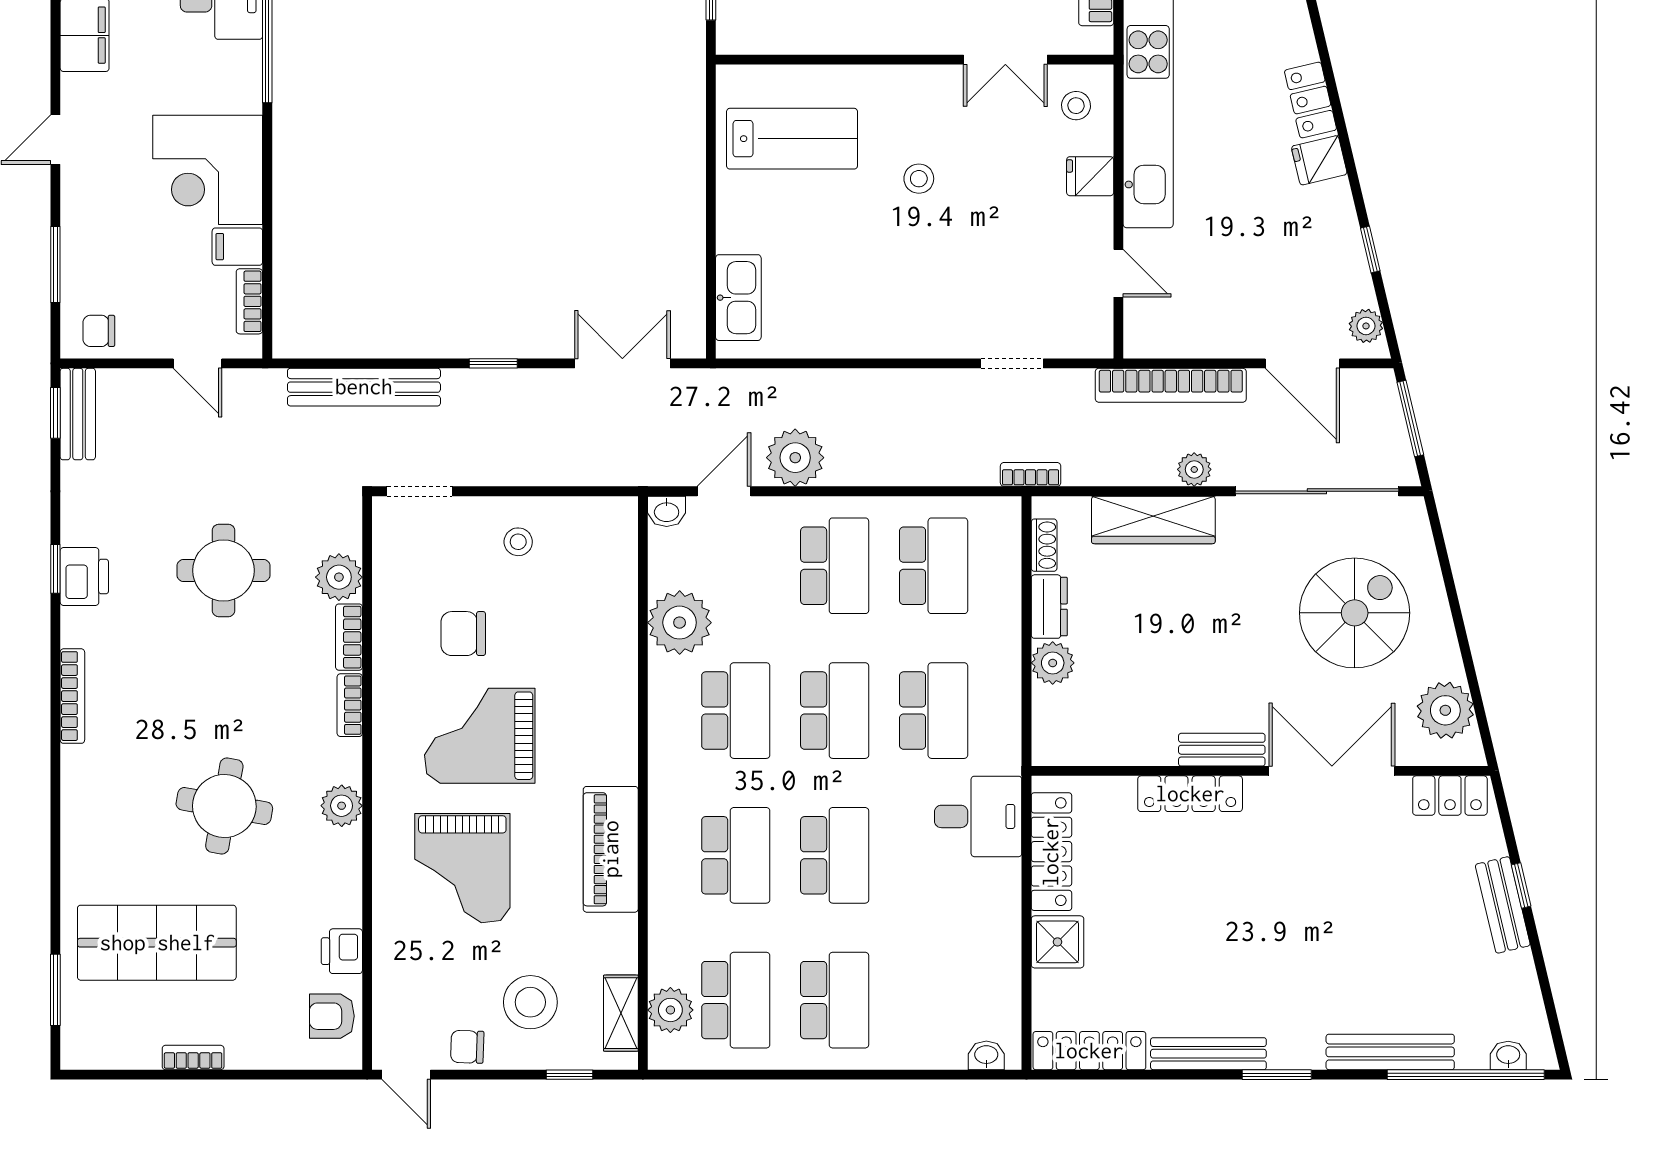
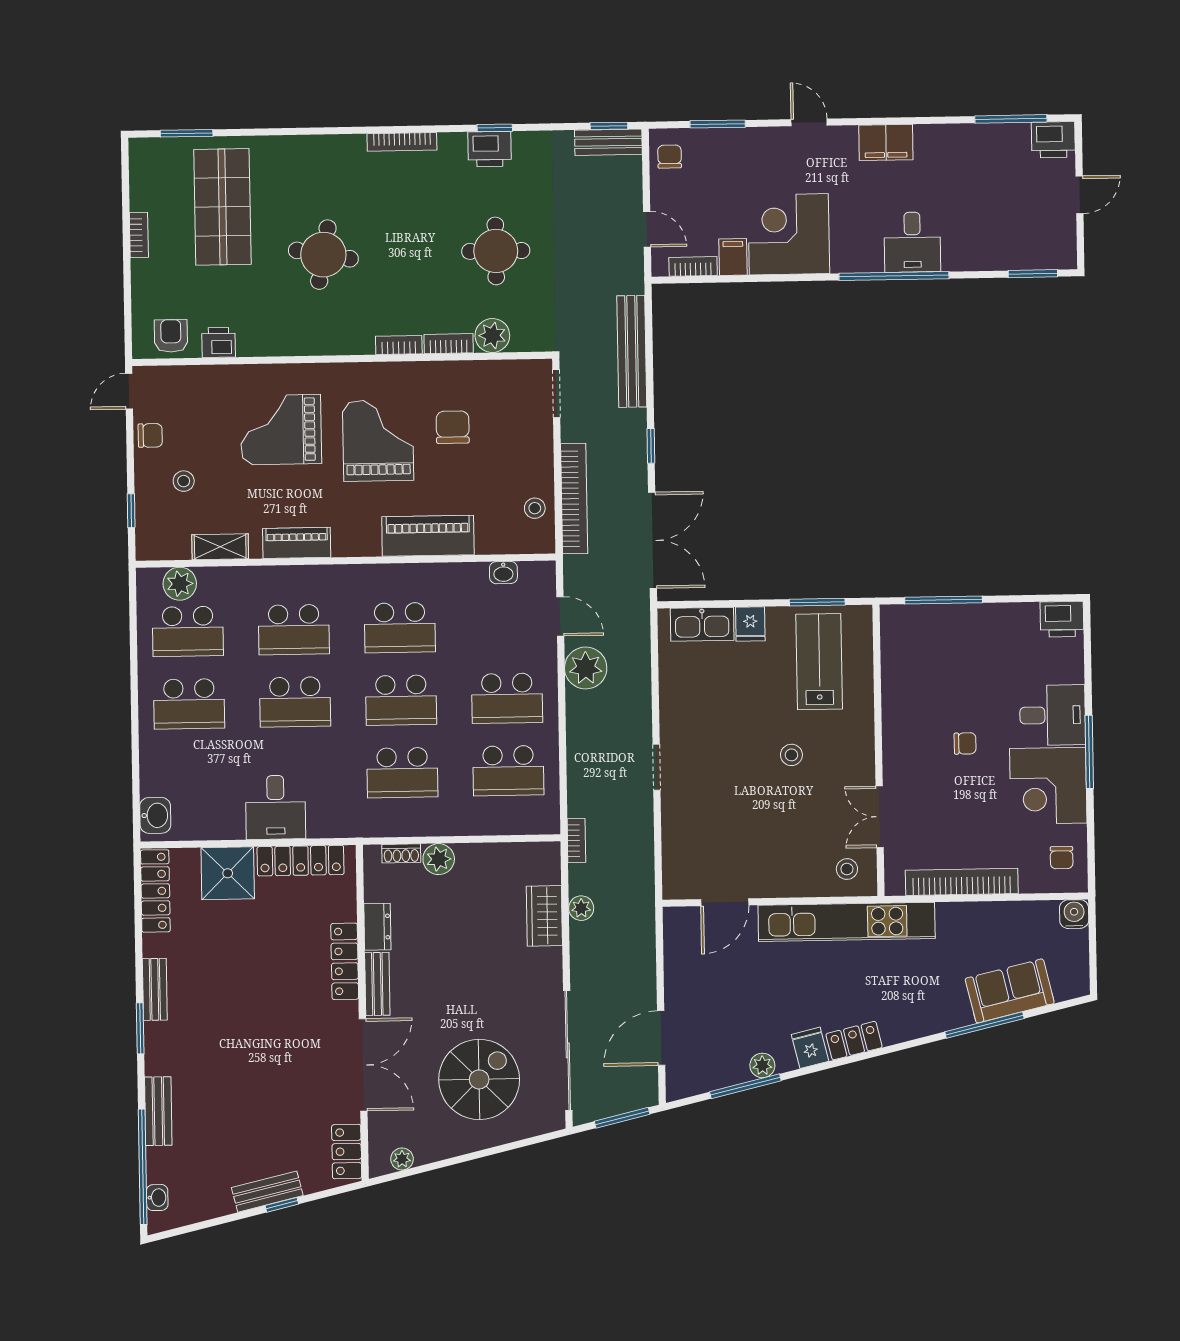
lab bench: (792, 139) -> (819, 662), turned 180
window: (711, 140) -> (817, 602), added
fridge: (1090, 176) -> (750, 624), moved, turned 180
window: (1370, 250) -> (745, 1086), width x2.17
door: (1118, 273) -> (725, 902), width x1.38
plant: (1366, 326) -> (762, 1065), moved
door: (197, 363) -> (647, 229), swing flipped
double door: (622, 363) -> (652, 540), width x1.37
doorway: (1012, 363) -> (656, 767), moved
bookcase: (1171, 385) -> (574, 499), moved, turned 180
plant: (1194, 469) -> (581, 908), moved
washbasin: (667, 511) -> (503, 573), moved, turned -90
wardrobe: (1153, 520) -> (544, 916), width x0.67
stool: (518, 542) -> (535, 508), moved
shoe rack: (1044, 545) -> (401, 853), moved
dresser: (1049, 607) -> (377, 927), moved, turned -90
spiral stairs: (1355, 613) -> (479, 1079), turned -90
plant: (680, 623) -> (463, 585), removed
piano: (611, 670) -> (428, 536), added
plant: (1445, 710) -> (402, 1159), width x0.53, depth x0.53
plant: (342, 806) -> (325, 340), removed
desk: (978, 816) -> (276, 807), moved
piano: (611, 849) -> (297, 543), width x0.73, depth x0.75
shower: (1058, 942) -> (228, 873), width x1.36, depth x1.36
stool: (530, 1002) -> (184, 481), width x0.53, depth x0.53
shelving: (621, 1013) -> (220, 547), moved
chair: (467, 1047) -> (150, 435), turned 88
bench: (1390, 1052) -> (158, 1111), width x0.73
bench: (1208, 1054) -> (155, 989), width x0.73
washbasin: (986, 1055) -> (155, 815), width x1.38, depth x1.45

